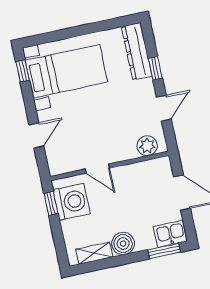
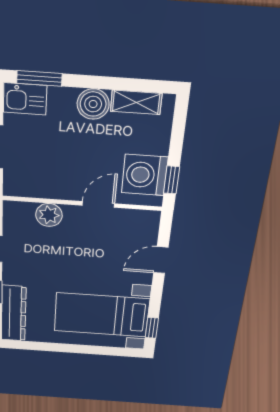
plant: (147, 146) -> (49, 215), moved
door: (97, 169) -> (98, 204), hinge flipped

